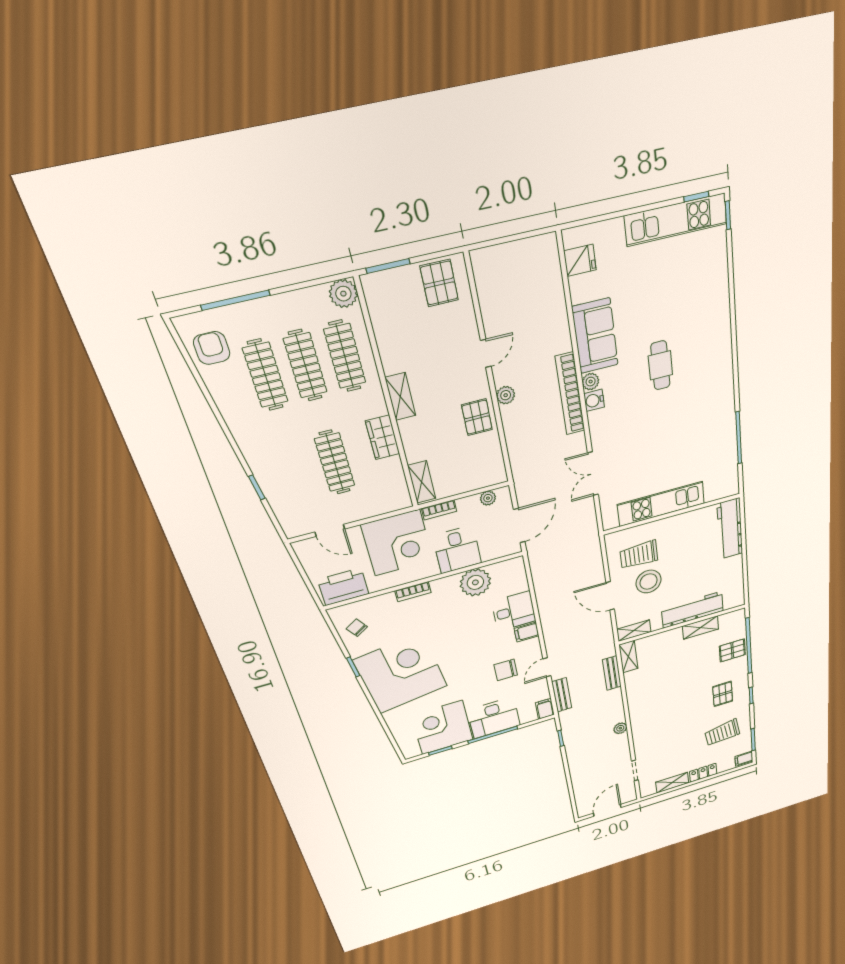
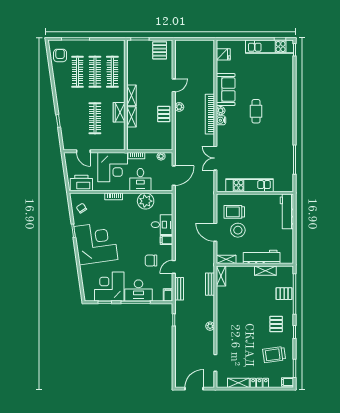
plant: (343, 294) -> (119, 46), removed
shelving: (422, 482) -> (131, 117), moved

